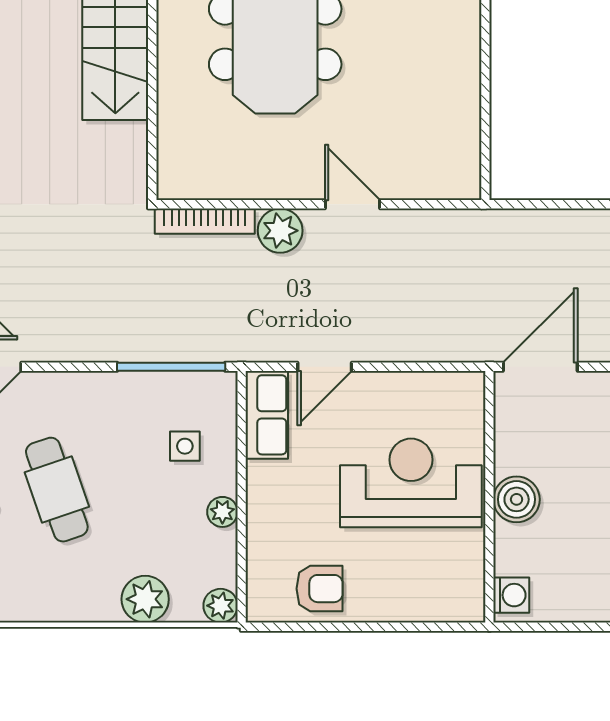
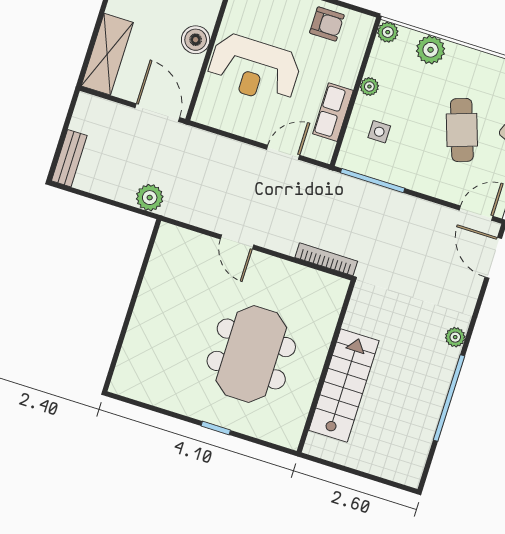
plant: (280, 231) -> (150, 198), moved
door: (540, 367) -> (157, 113), swing flipped
row of seats: (267, 415) -> (333, 112), moved
armchair: (319, 589) -> (327, 24), turned 180

